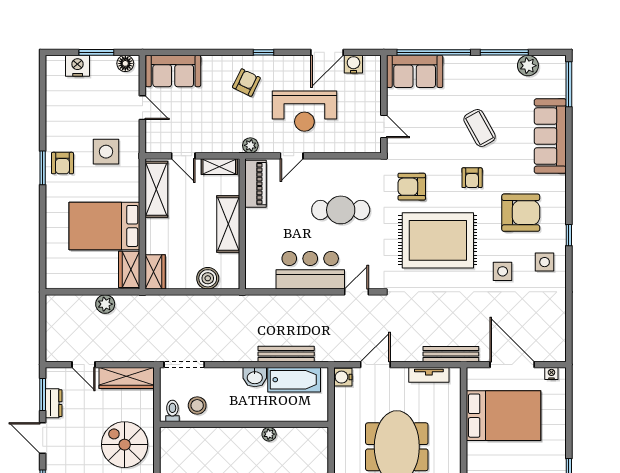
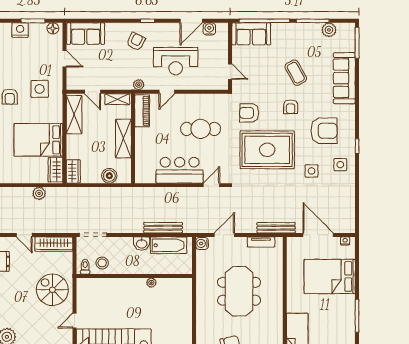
bed: (504, 416) -> (330, 276), moved, turned 180

